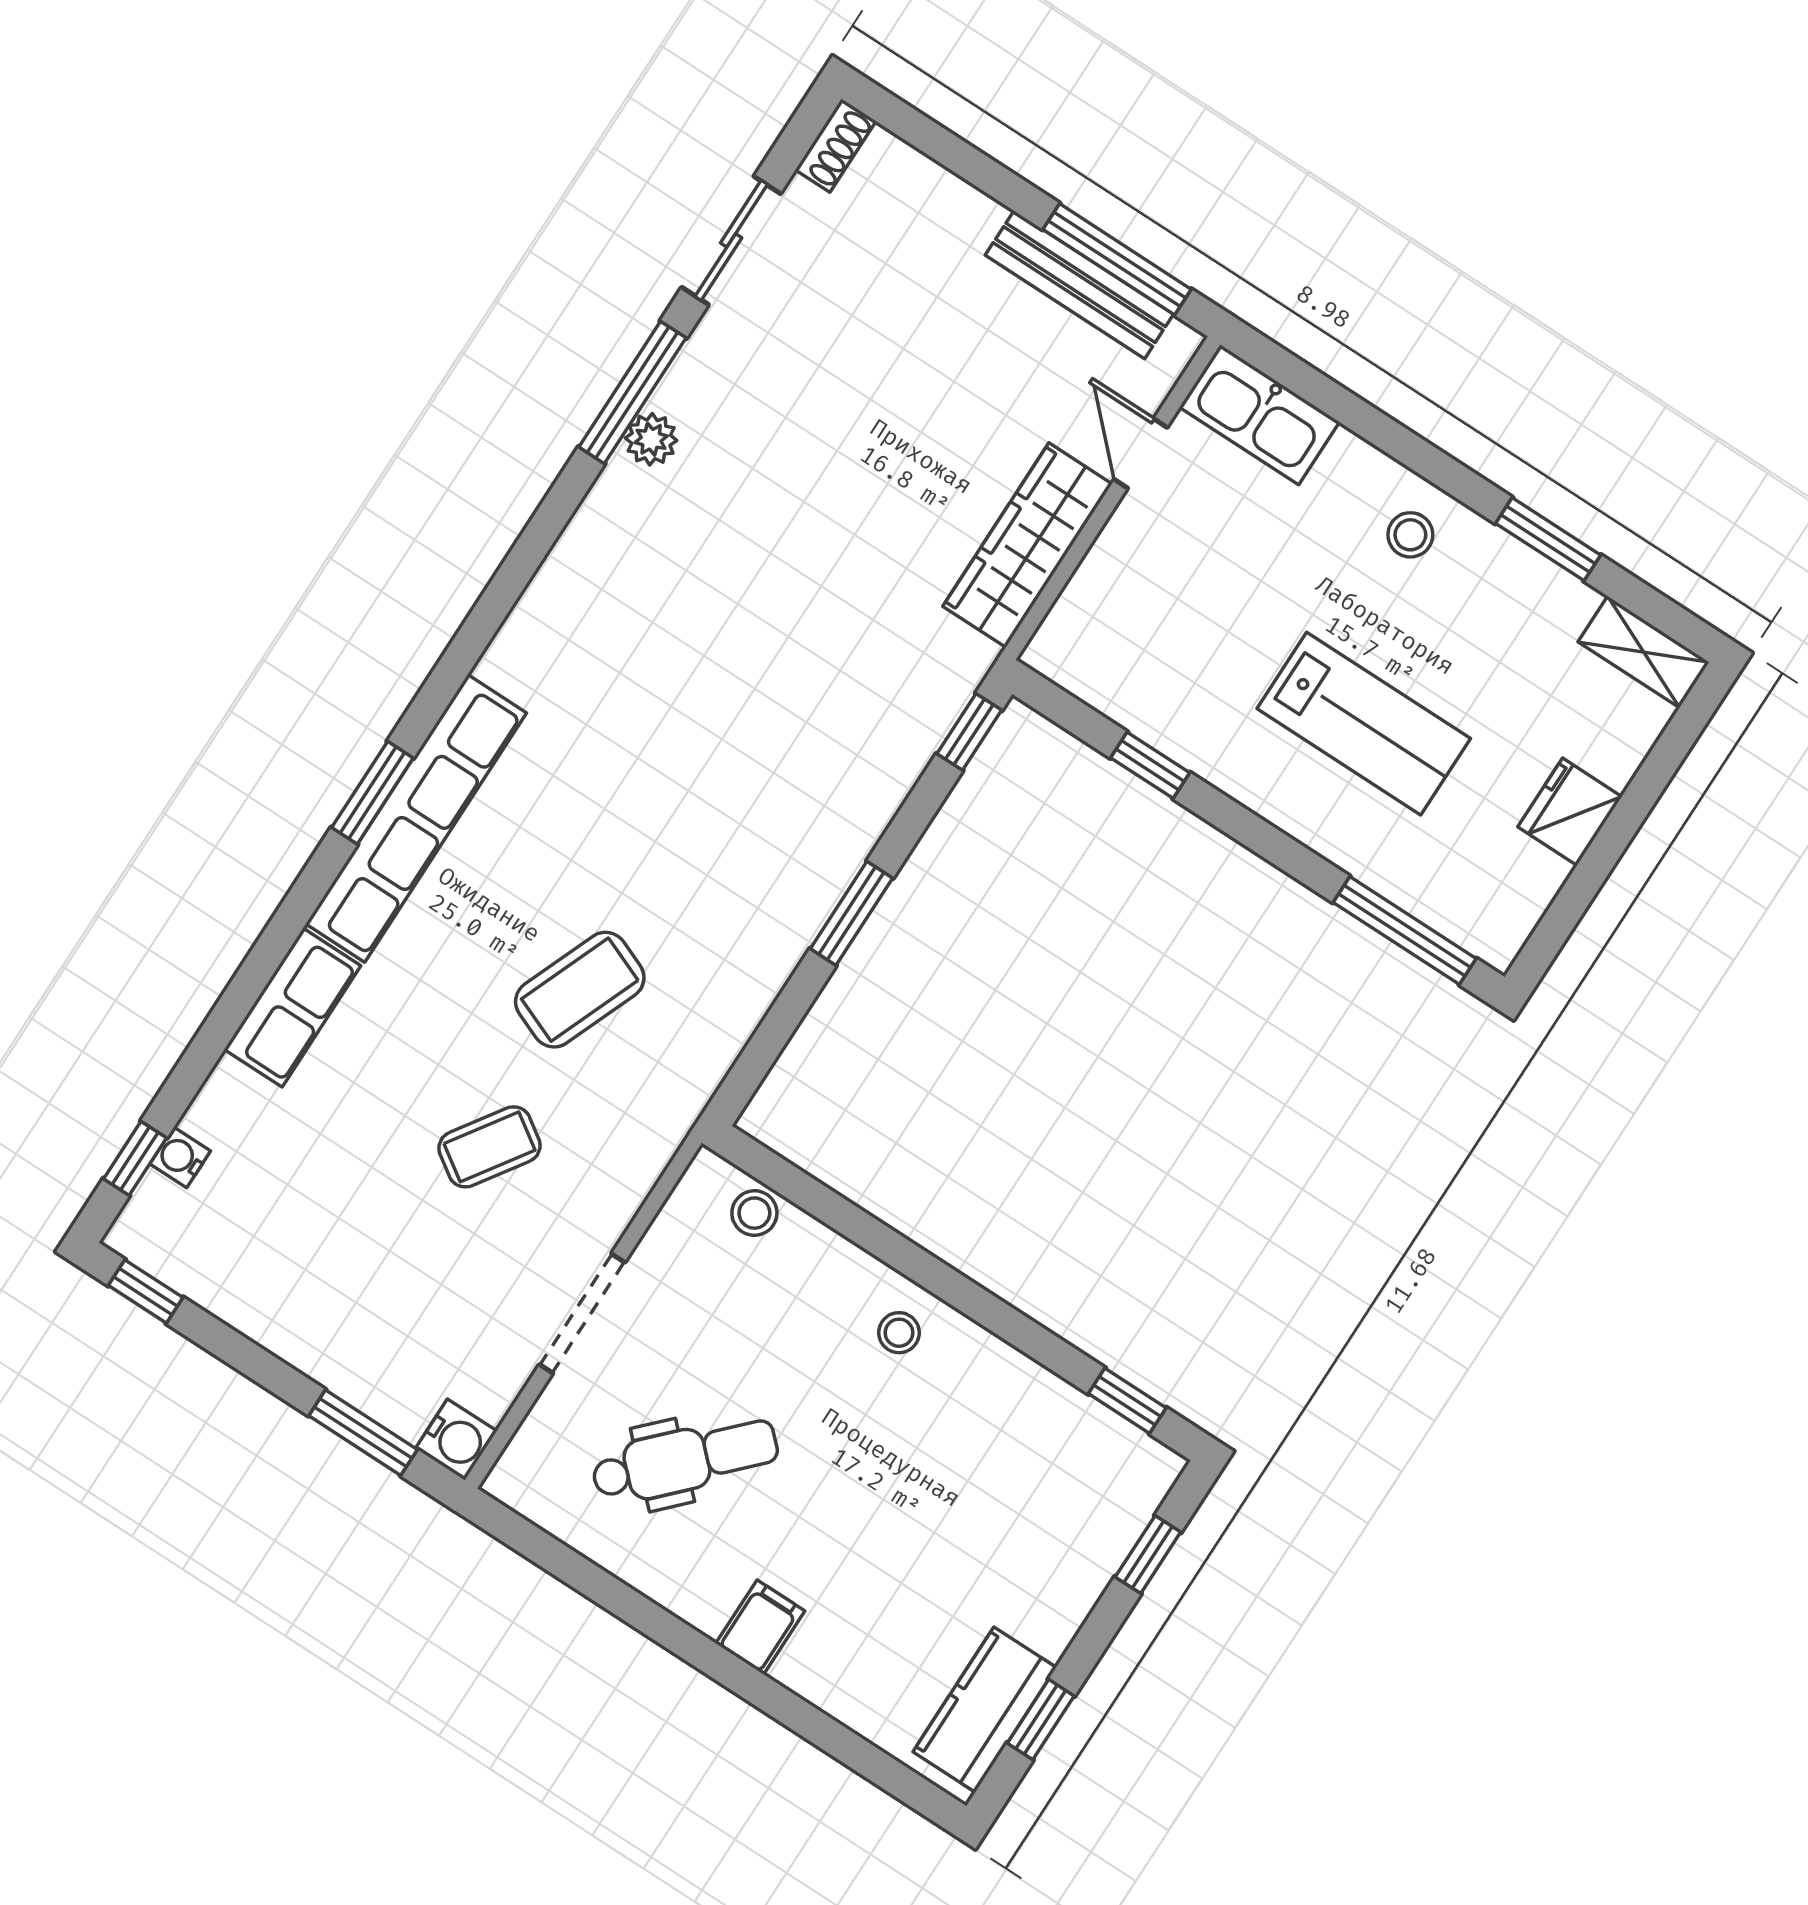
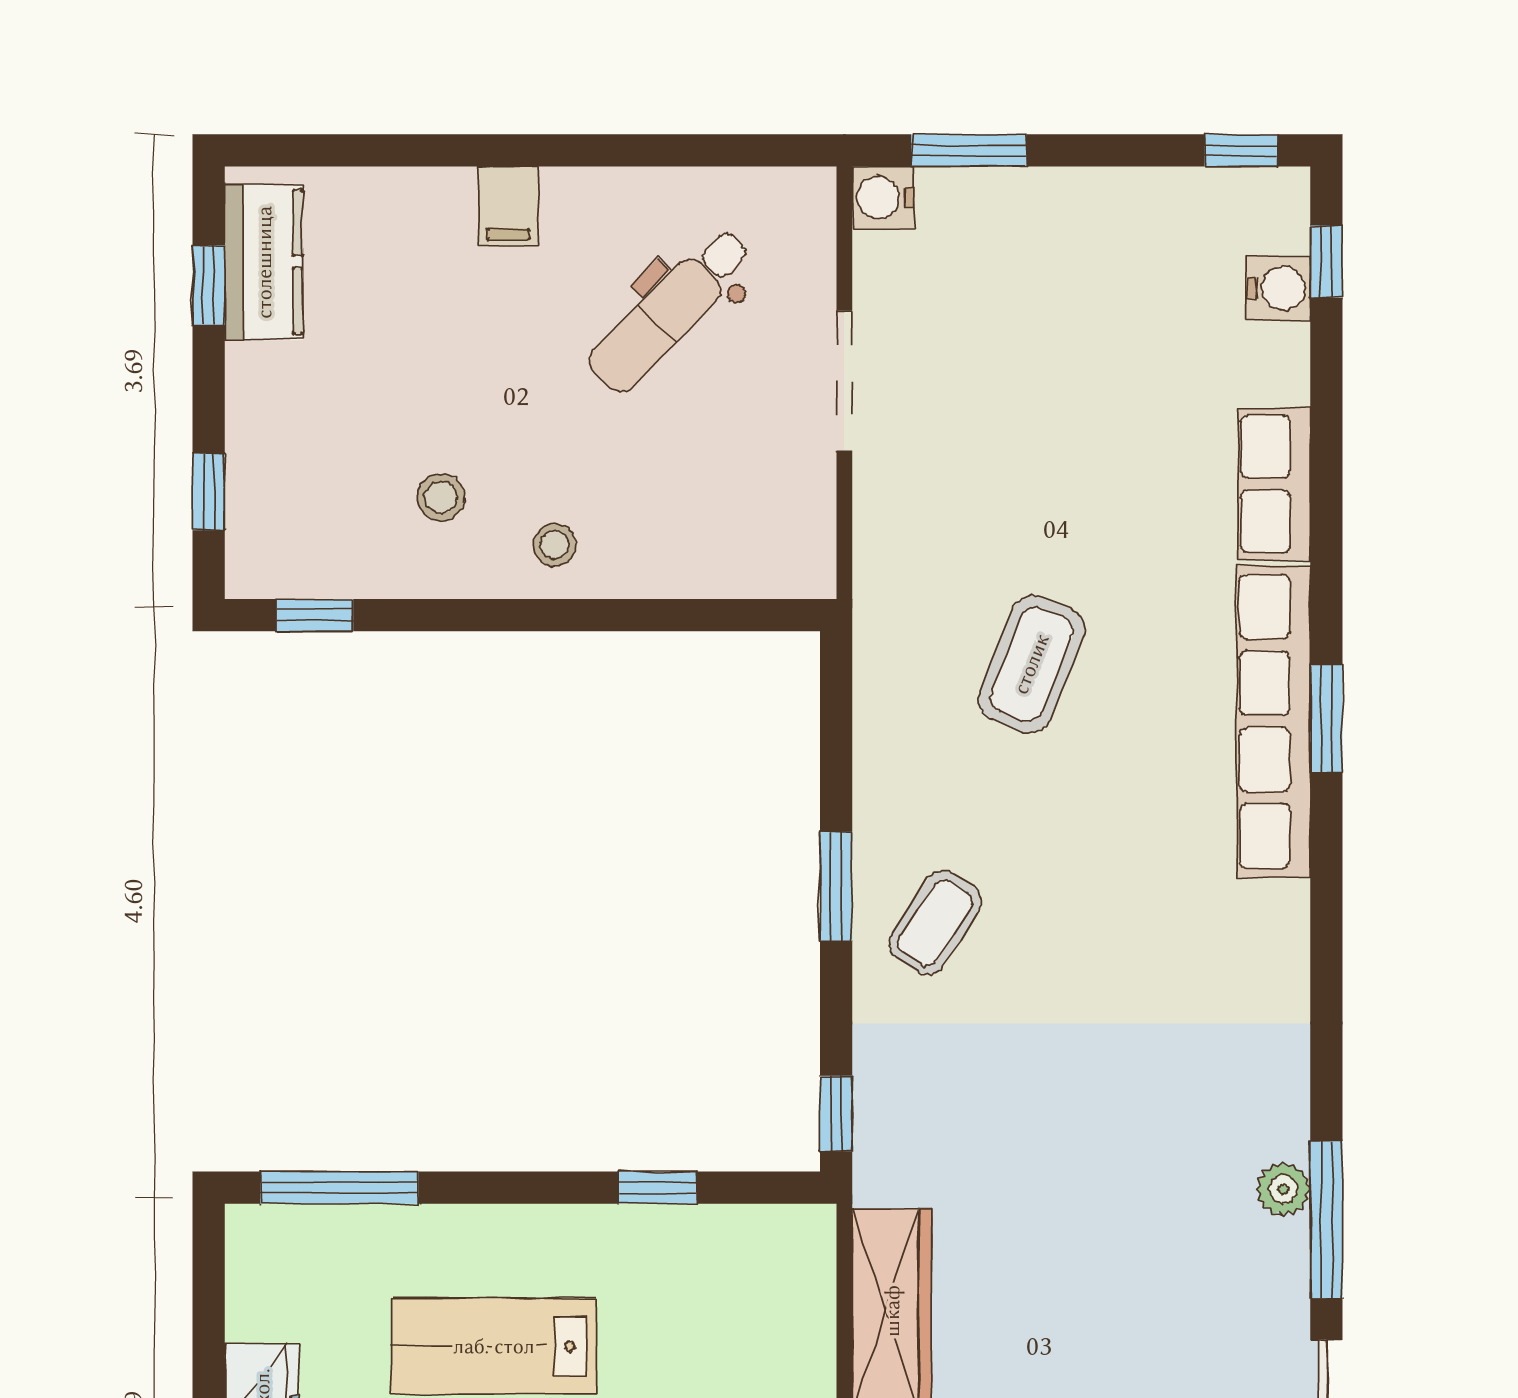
coffee table: (489, 1147) -> (935, 923), moved
water cooler: (180, 1157) -> (1278, 288), width x1.38, depth x1.38
stool: (754, 1213) -> (441, 497), moved

